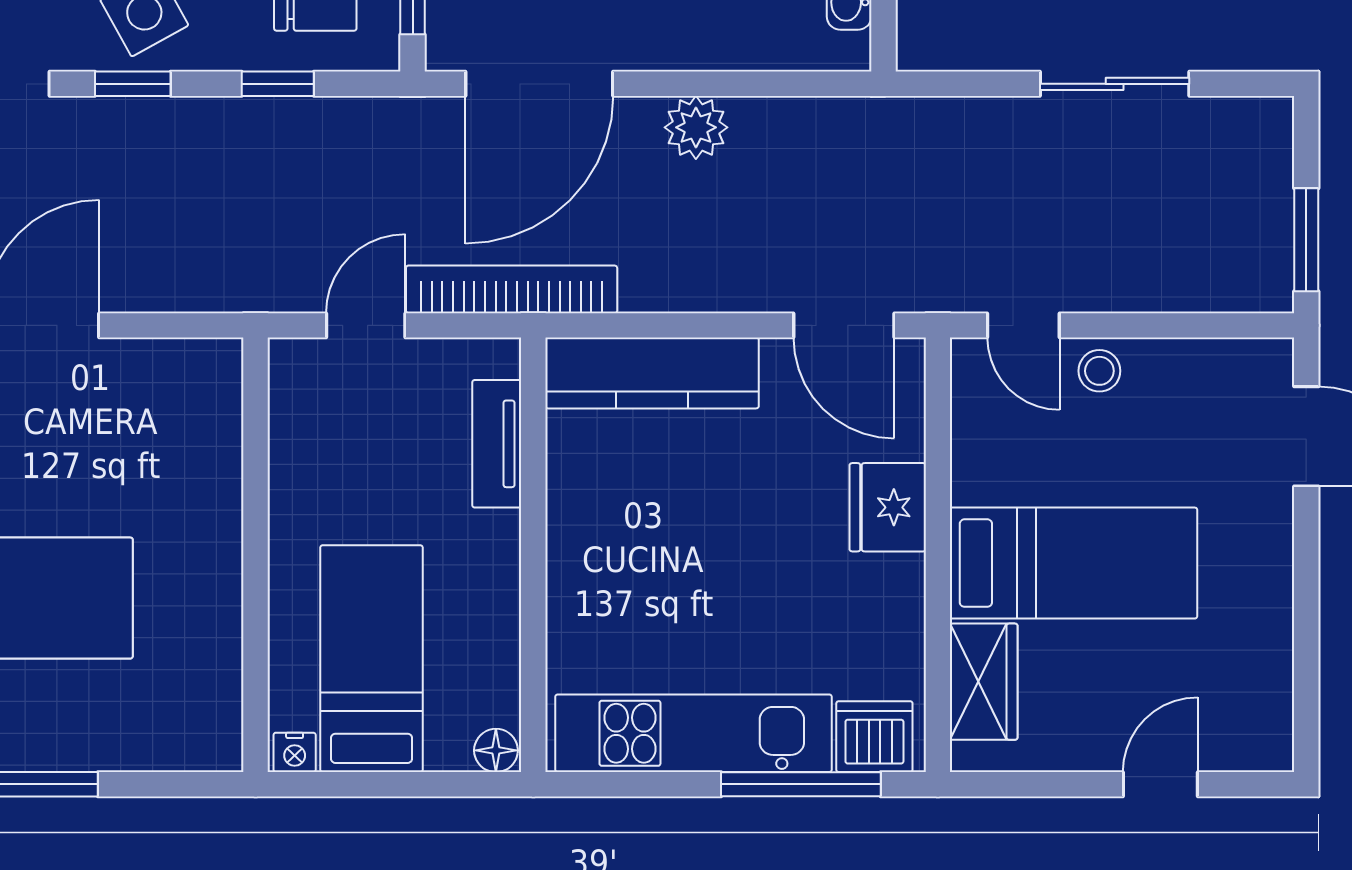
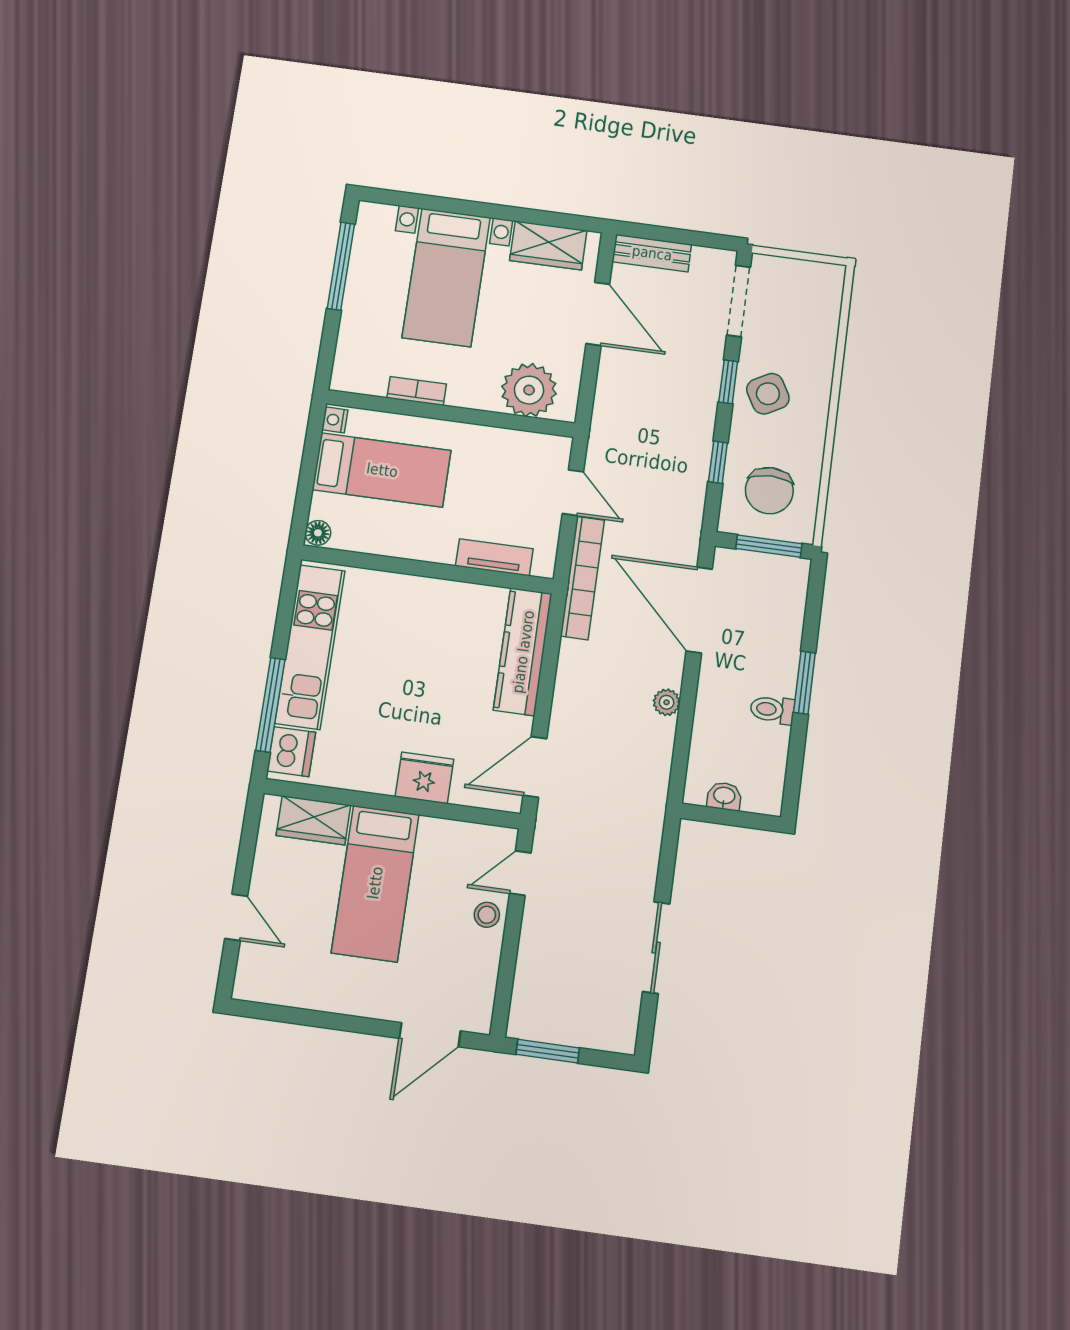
plant: (696, 127) -> (667, 702), width x0.73, depth x0.73
plant: (195, 426) -> (529, 390), added
bookcase: (224, 619) -> (417, 391), added

